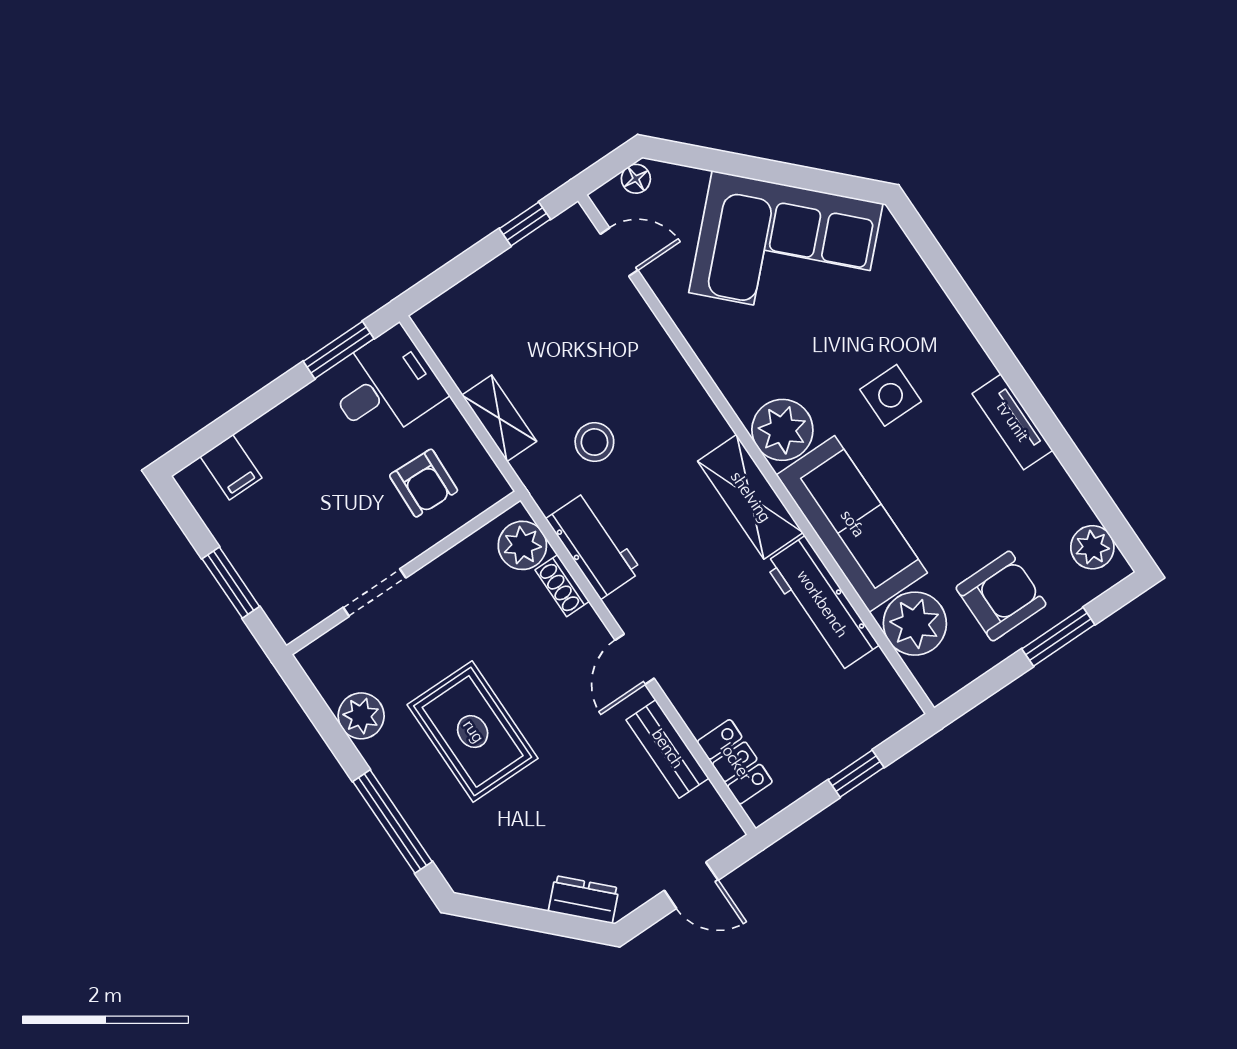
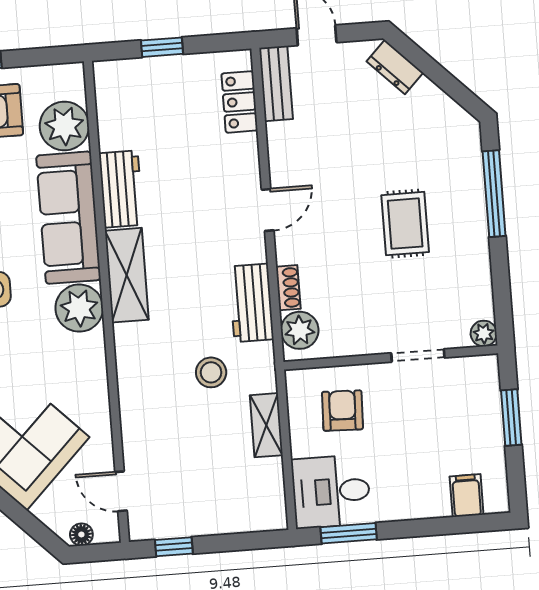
workbench: (822, 604) -> (121, 189), width x0.73
plant: (361, 716) -> (484, 333), moved, width x0.73, depth x0.73
rug: (473, 732) -> (405, 224), width x0.73, depth x0.70
bench: (667, 749) -> (276, 83), moved

